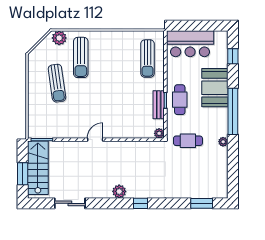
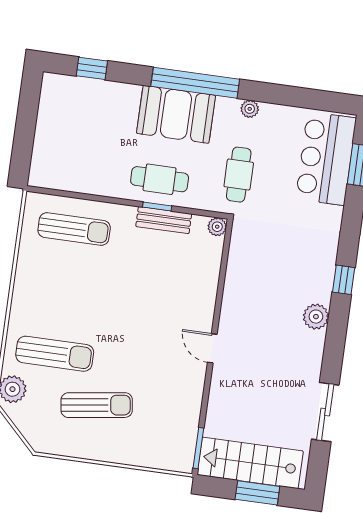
bar counter: (190, 44) -> (326, 159), moved, turned 180
booth: (215, 88) -> (176, 114), moved

